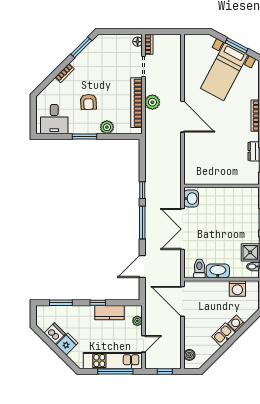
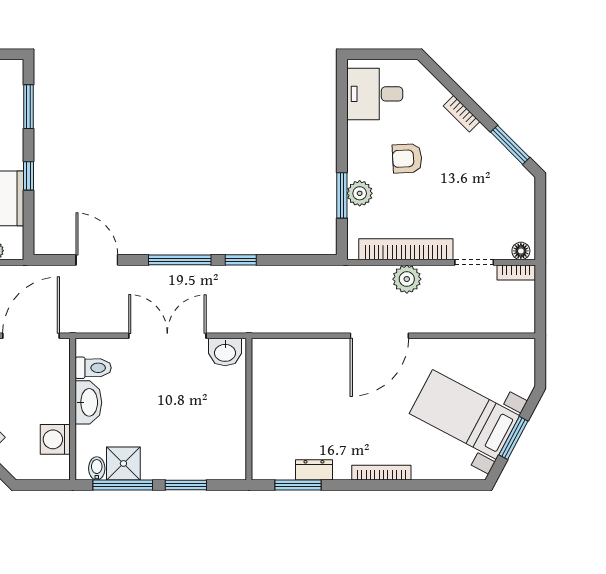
window: (85, 137) -> (342, 195), moved

